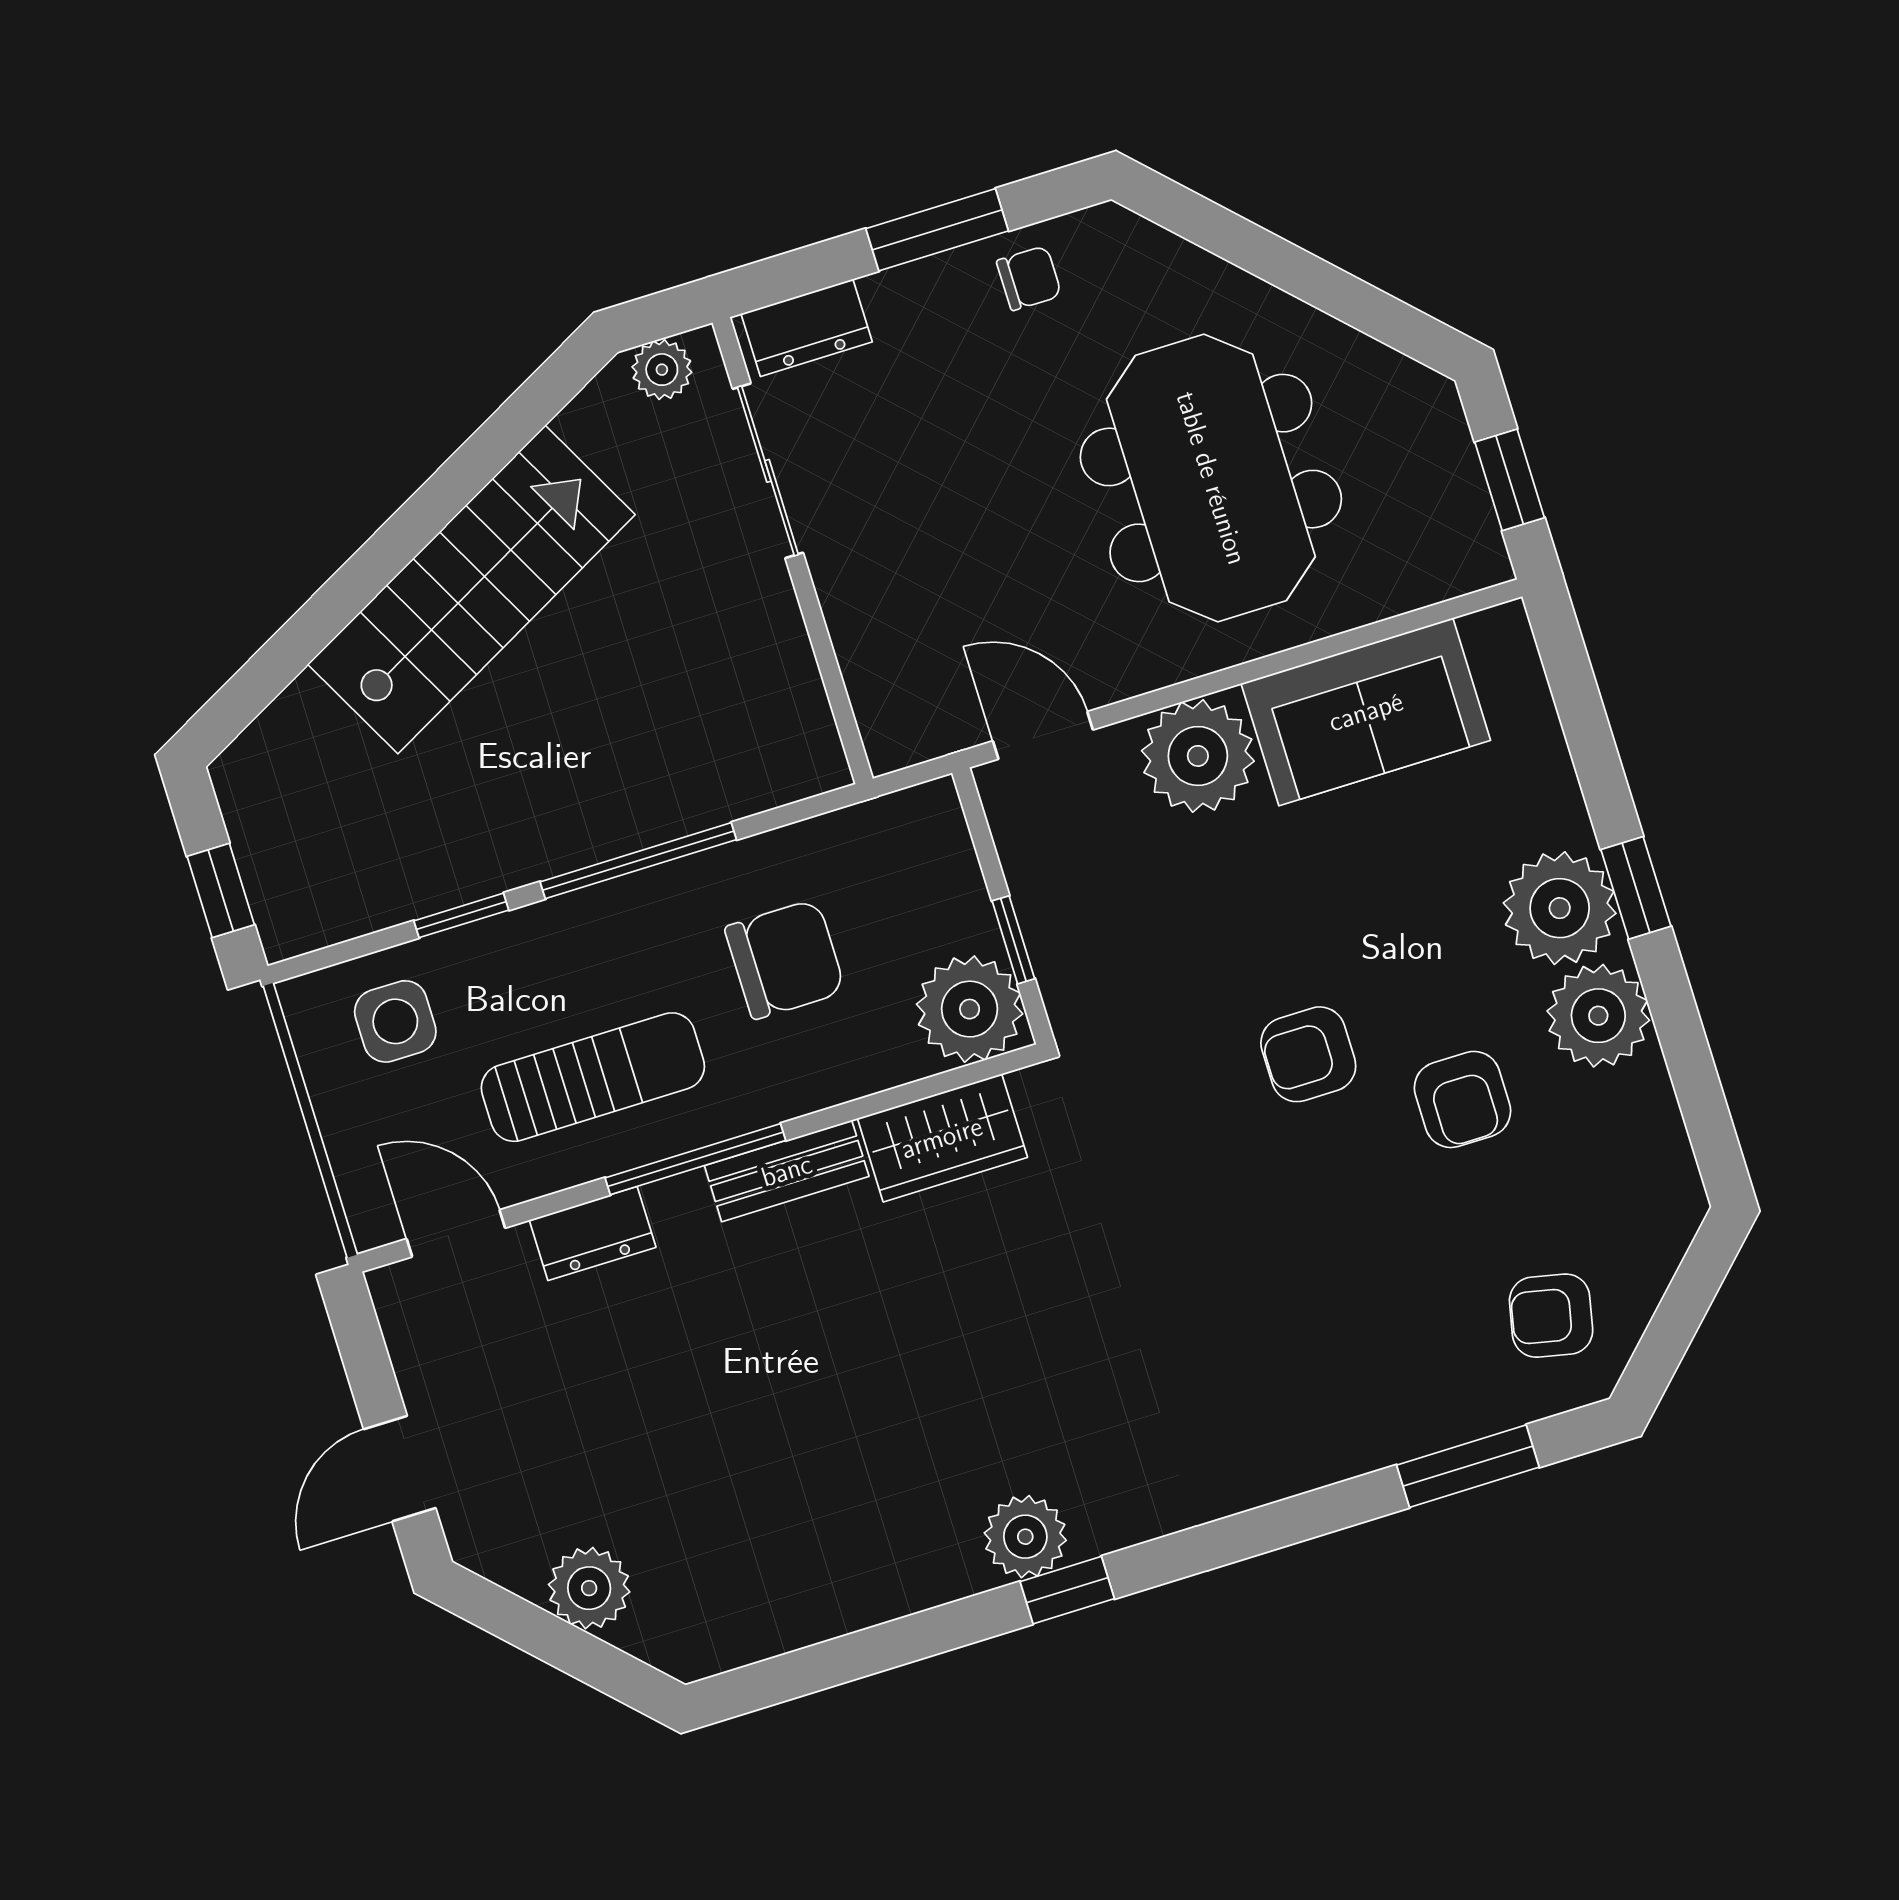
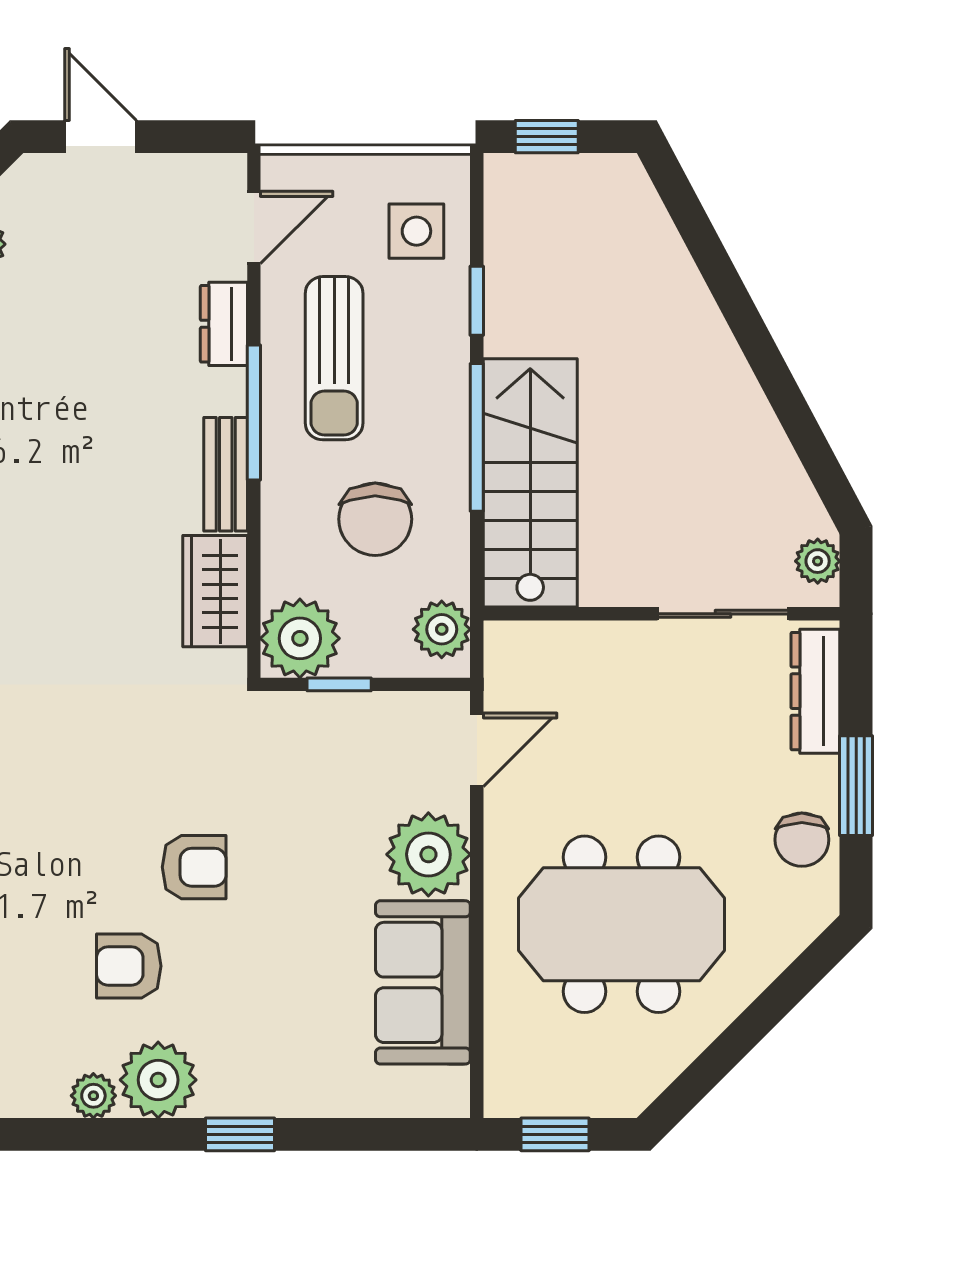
chair: (1029, 278) -> (802, 840), width x1.37, depth x1.37
dresser: (807, 328) -> (815, 691), width x1.44
stairs: (472, 590) -> (530, 483), moved, turned -152
plant: (901, 829) -> (442, 629), added
plant: (1560, 908) -> (93, 1096), moved, width x0.53, depth x0.53
armchair: (1308, 1054) -> (194, 867), turned 90

